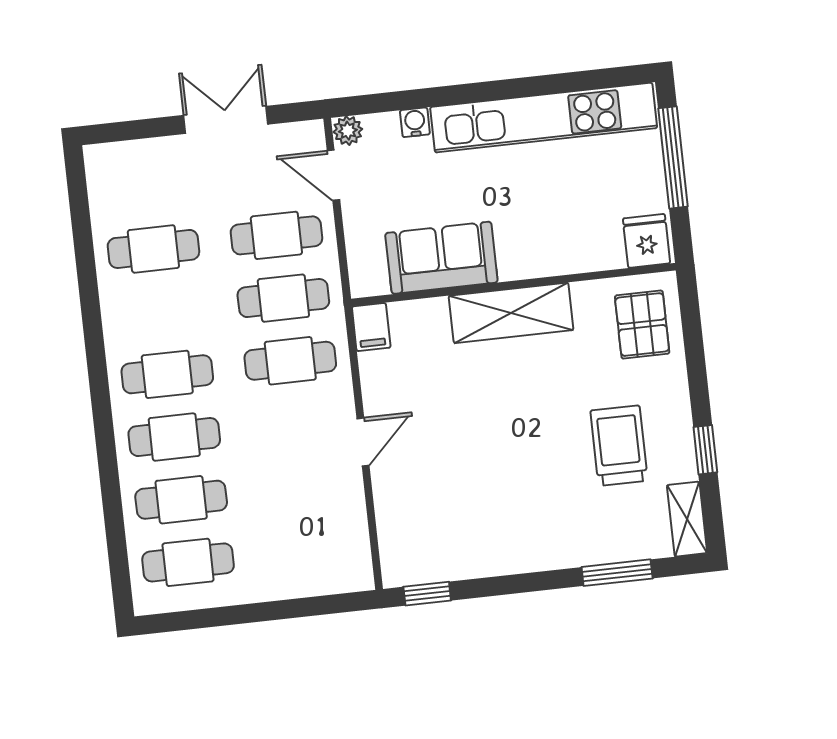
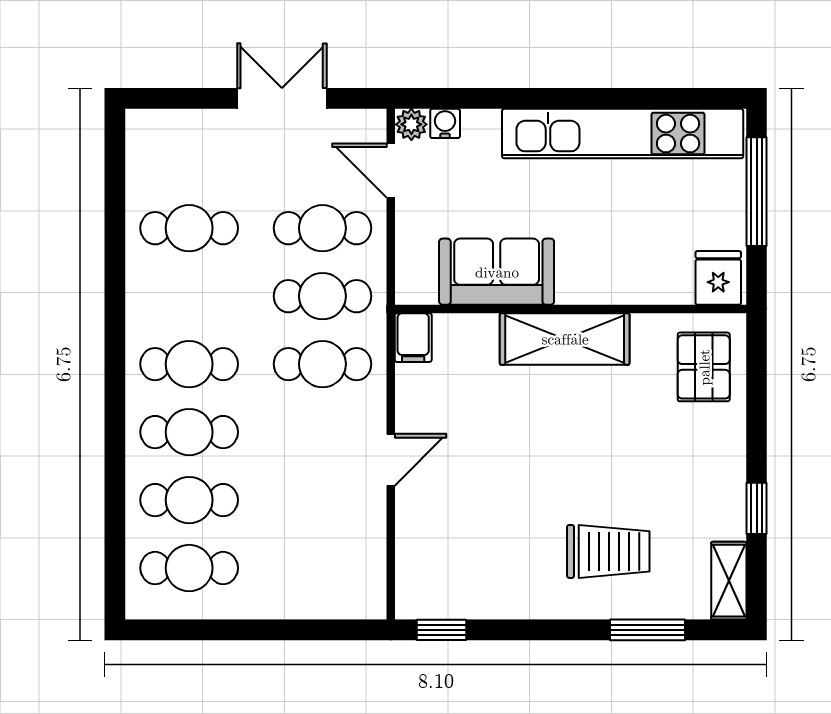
water cooler: (415, 122) -> (445, 123), moved
trolley: (619, 446) -> (608, 551), moved, turned 90

